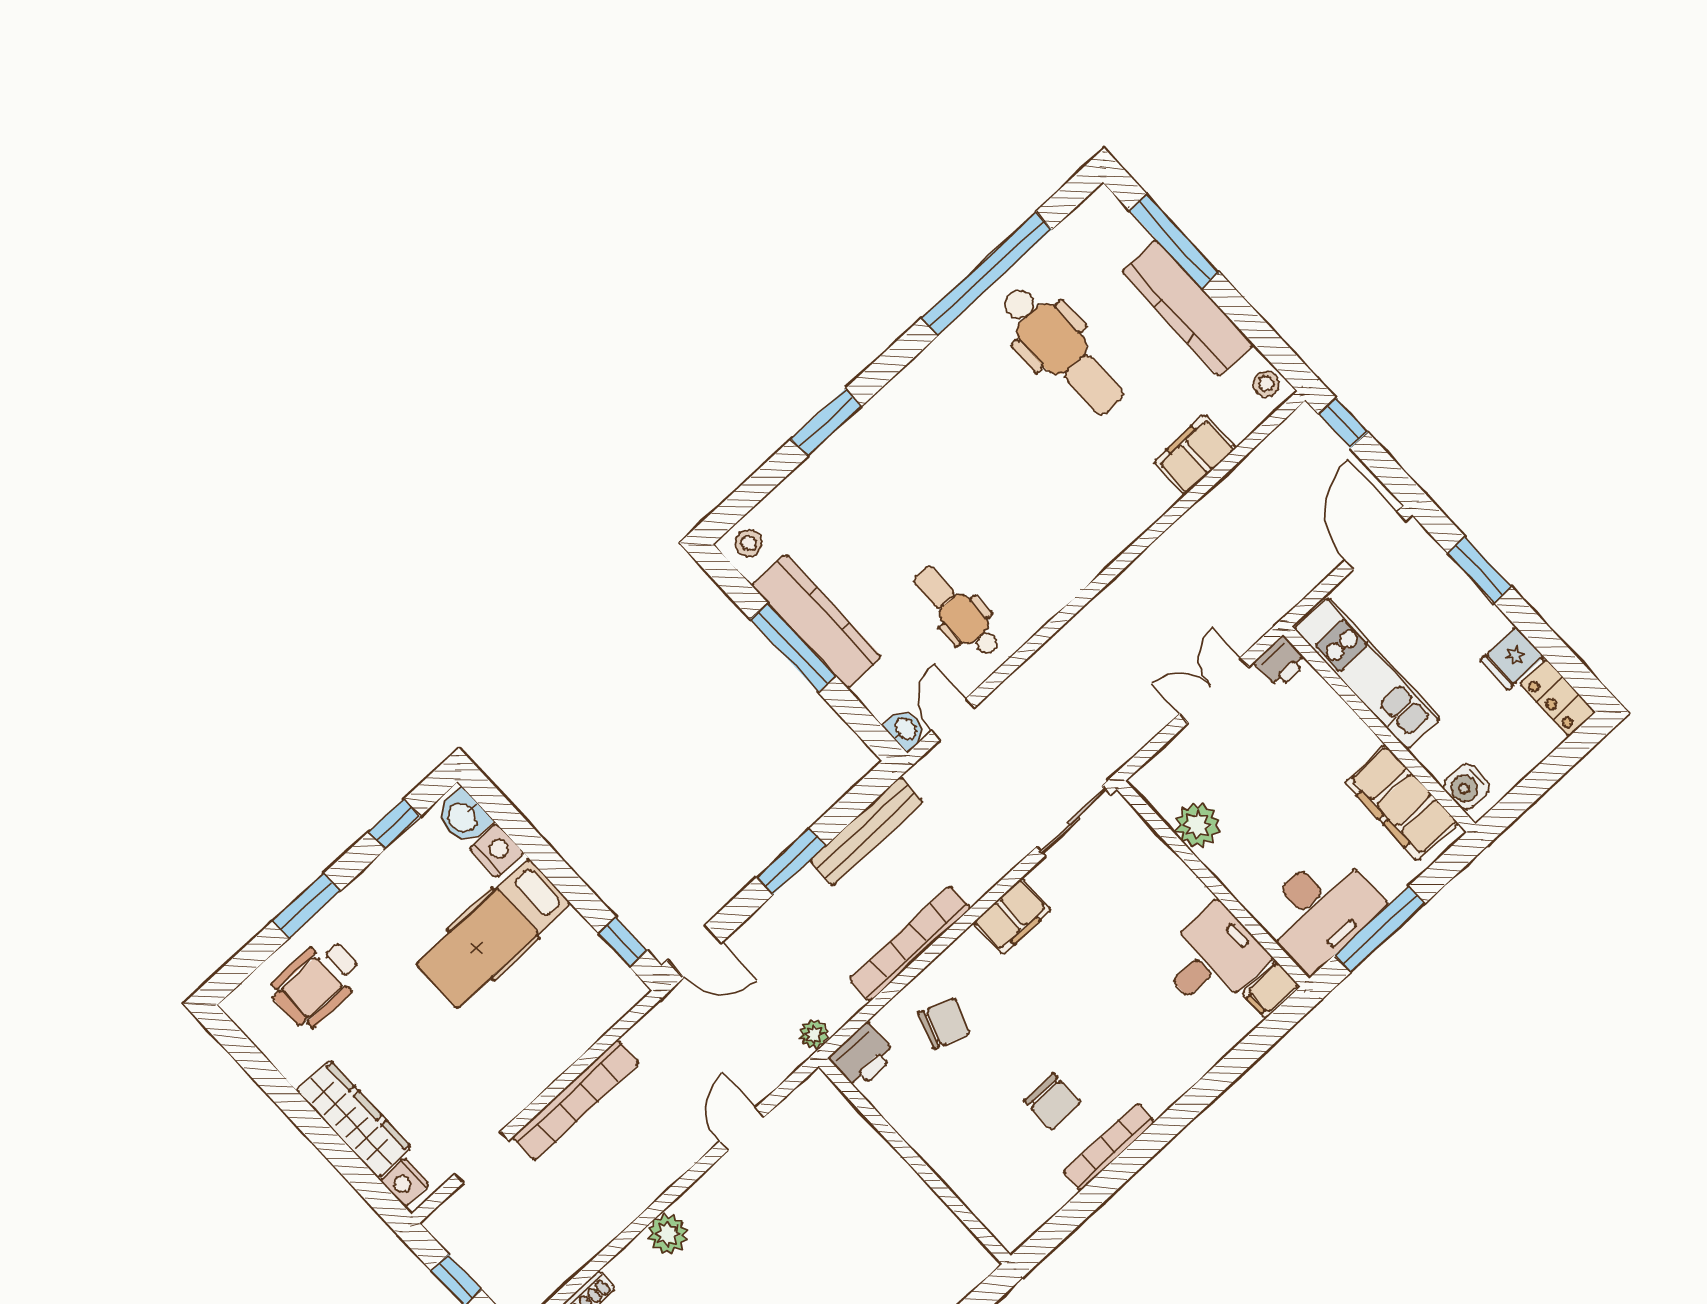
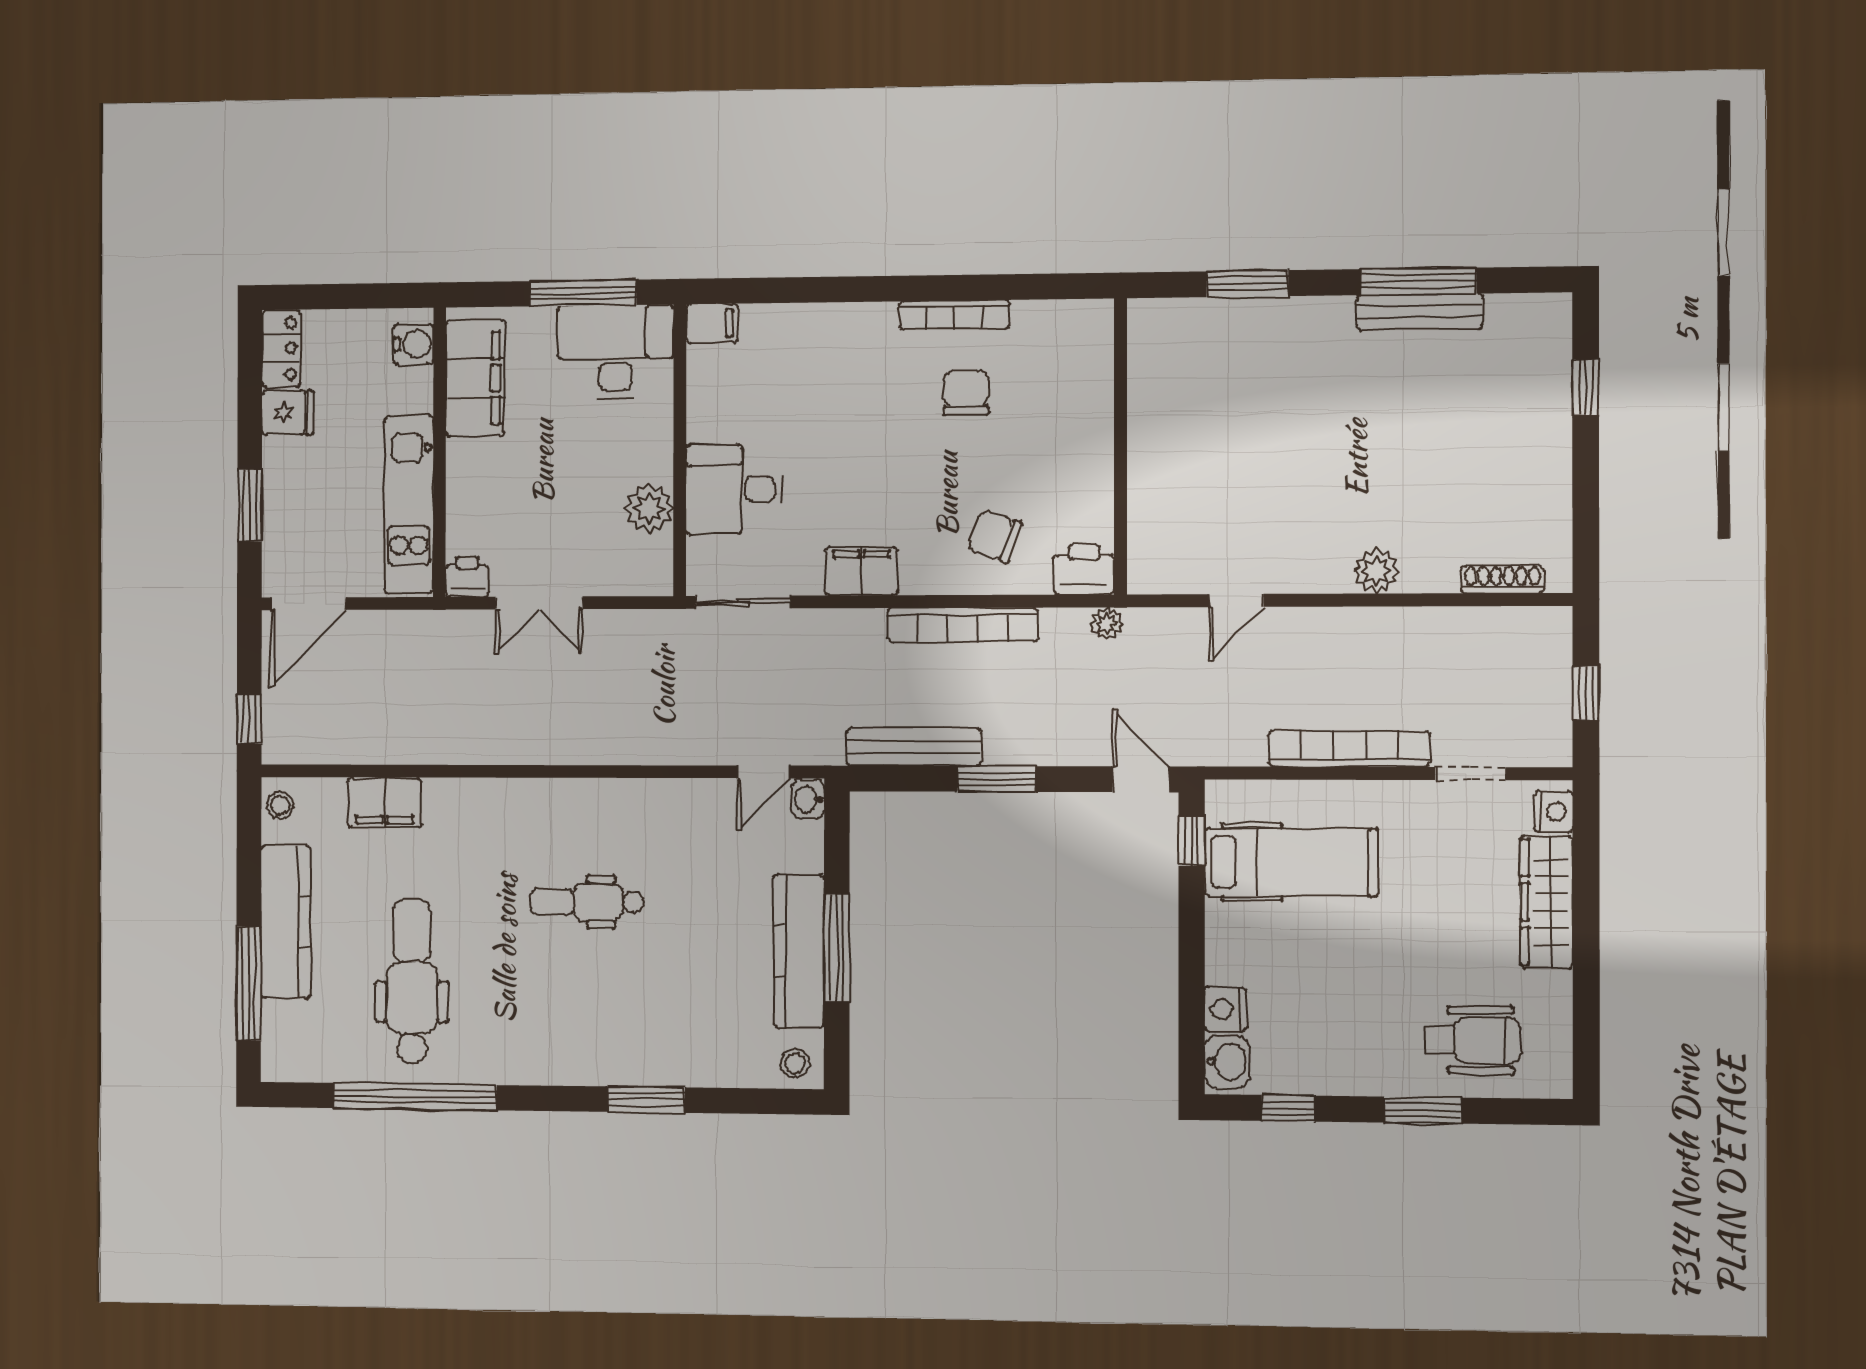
dental chair: (957, 611) -> (587, 902), moved, turned 90
hospital bed: (493, 934) -> (1291, 862), moved
desk: (1213, 958) -> (734, 489), moved

